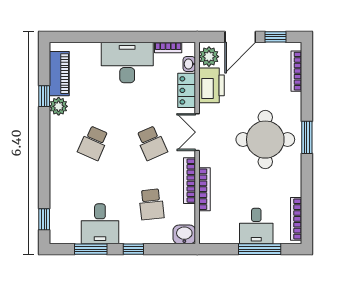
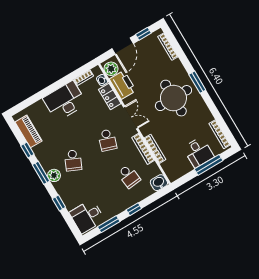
plant: (59, 106) -> (54, 175), moved
double door: (197, 132) -> (131, 118), swing flipped
window: (44, 135) -> (41, 173), added
school desk: (151, 143) -> (107, 140), turned 42
window: (44, 219) -> (59, 203), moved
desk: (100, 224) -> (87, 216), moved, turned 90

